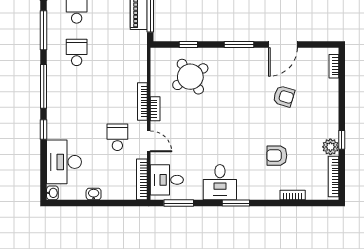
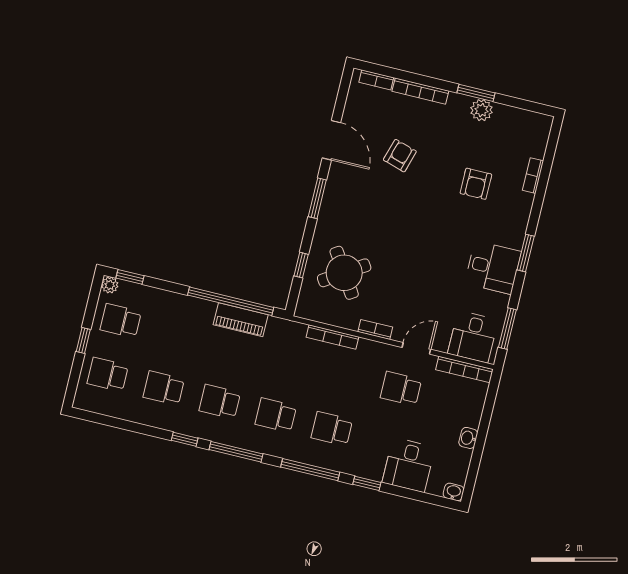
school desk: (77, 95) -> (332, 429), added
bookcase: (142, 101) -> (332, 337), moved
window: (342, 140) -> (476, 93), width x1.50
desk: (64, 162) -> (409, 465), width x0.73
bookcase: (334, 177) -> (420, 91), moved

